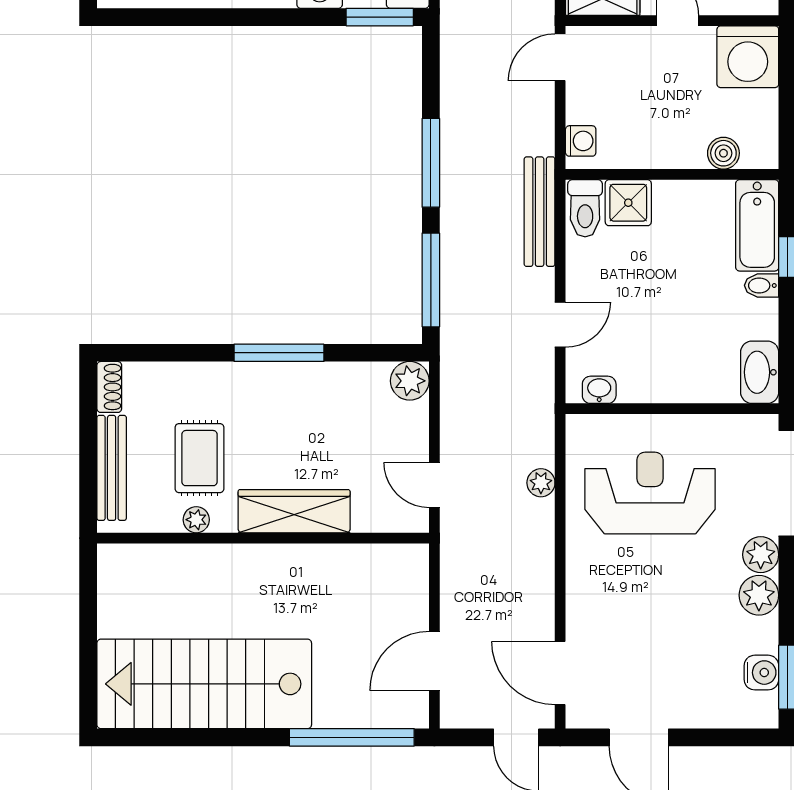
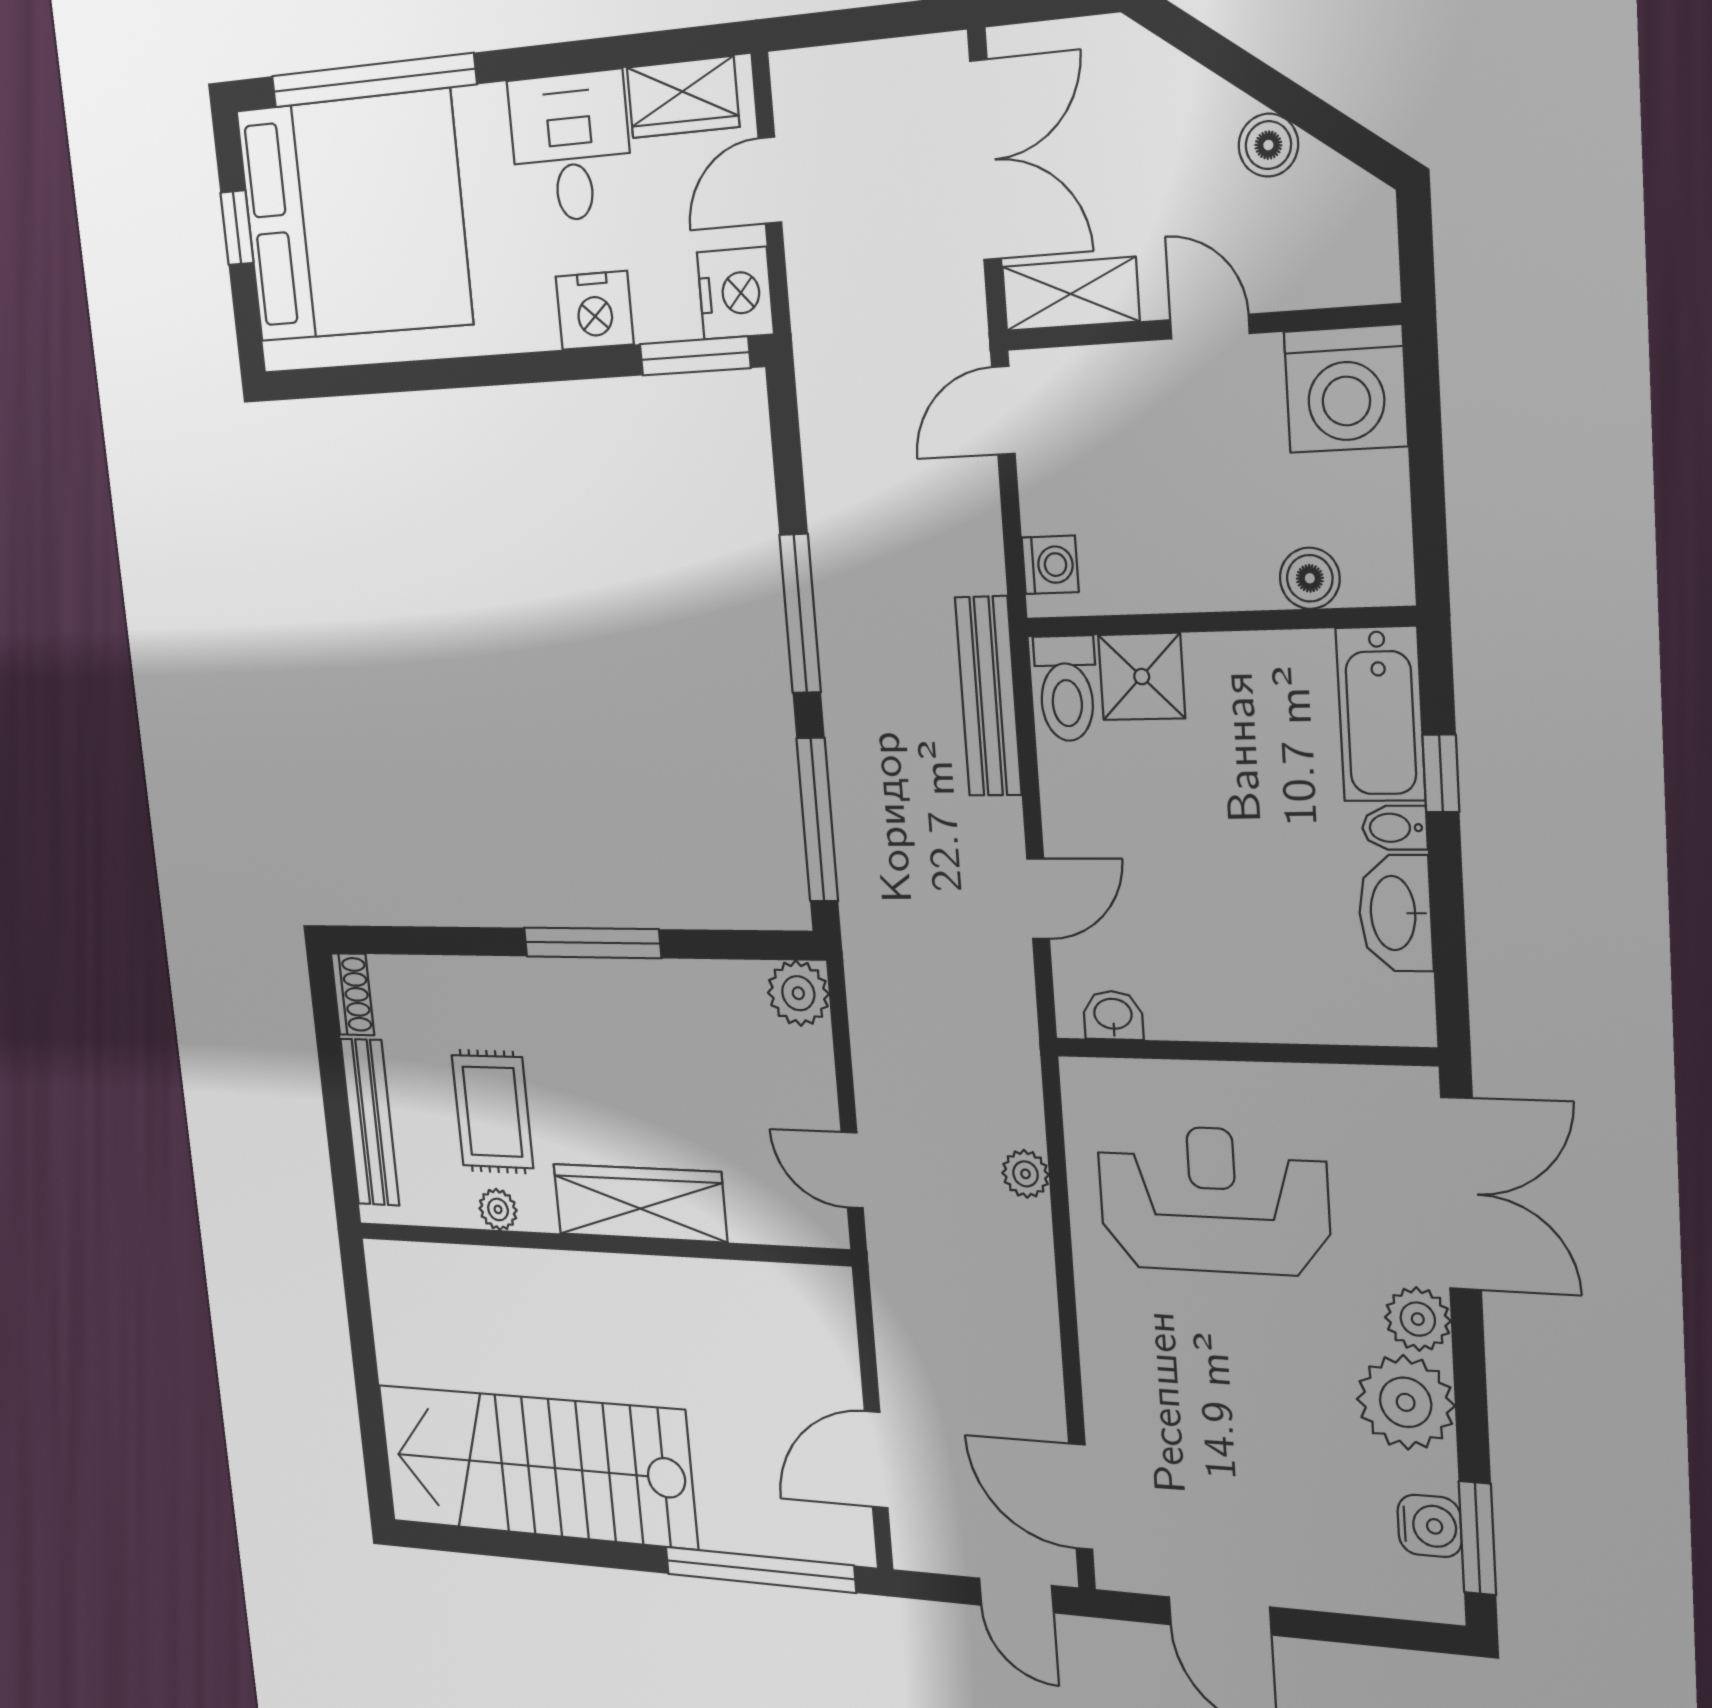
washbasin: (760, 372) -> (1395, 913), moved
plant: (759, 595) -> (1406, 1402), width x1.36, depth x1.36

